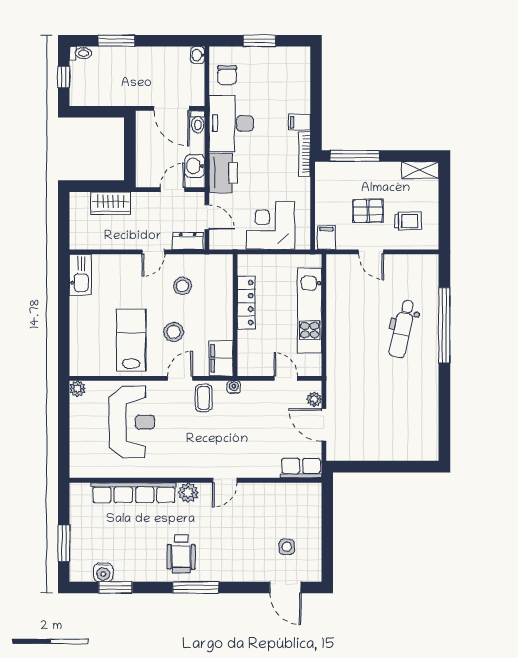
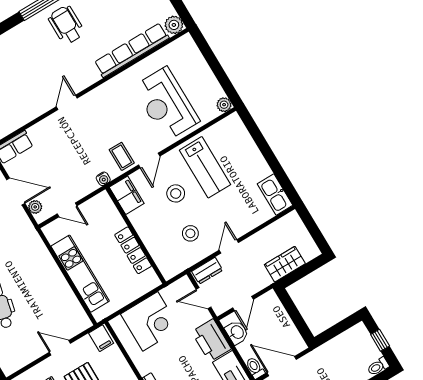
plant: (188, 493) -> (174, 25), moved

